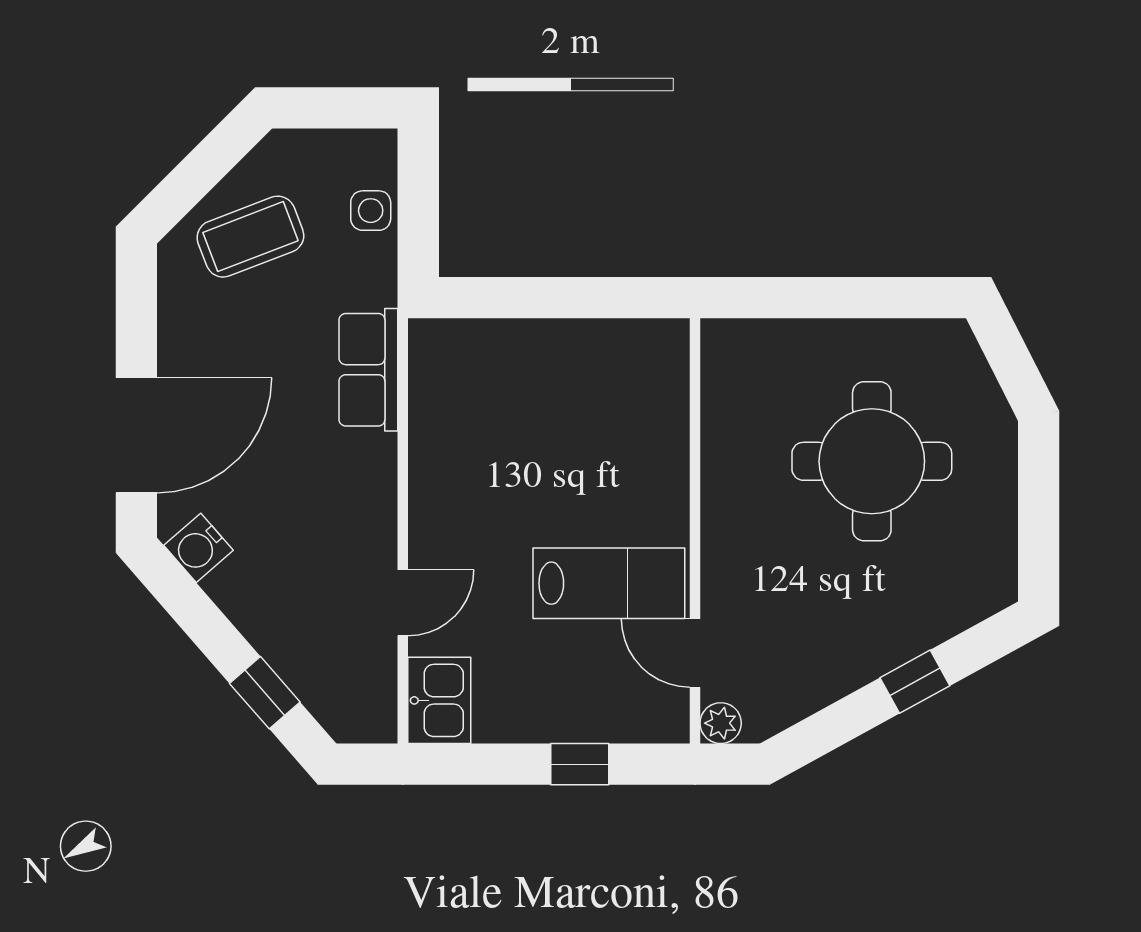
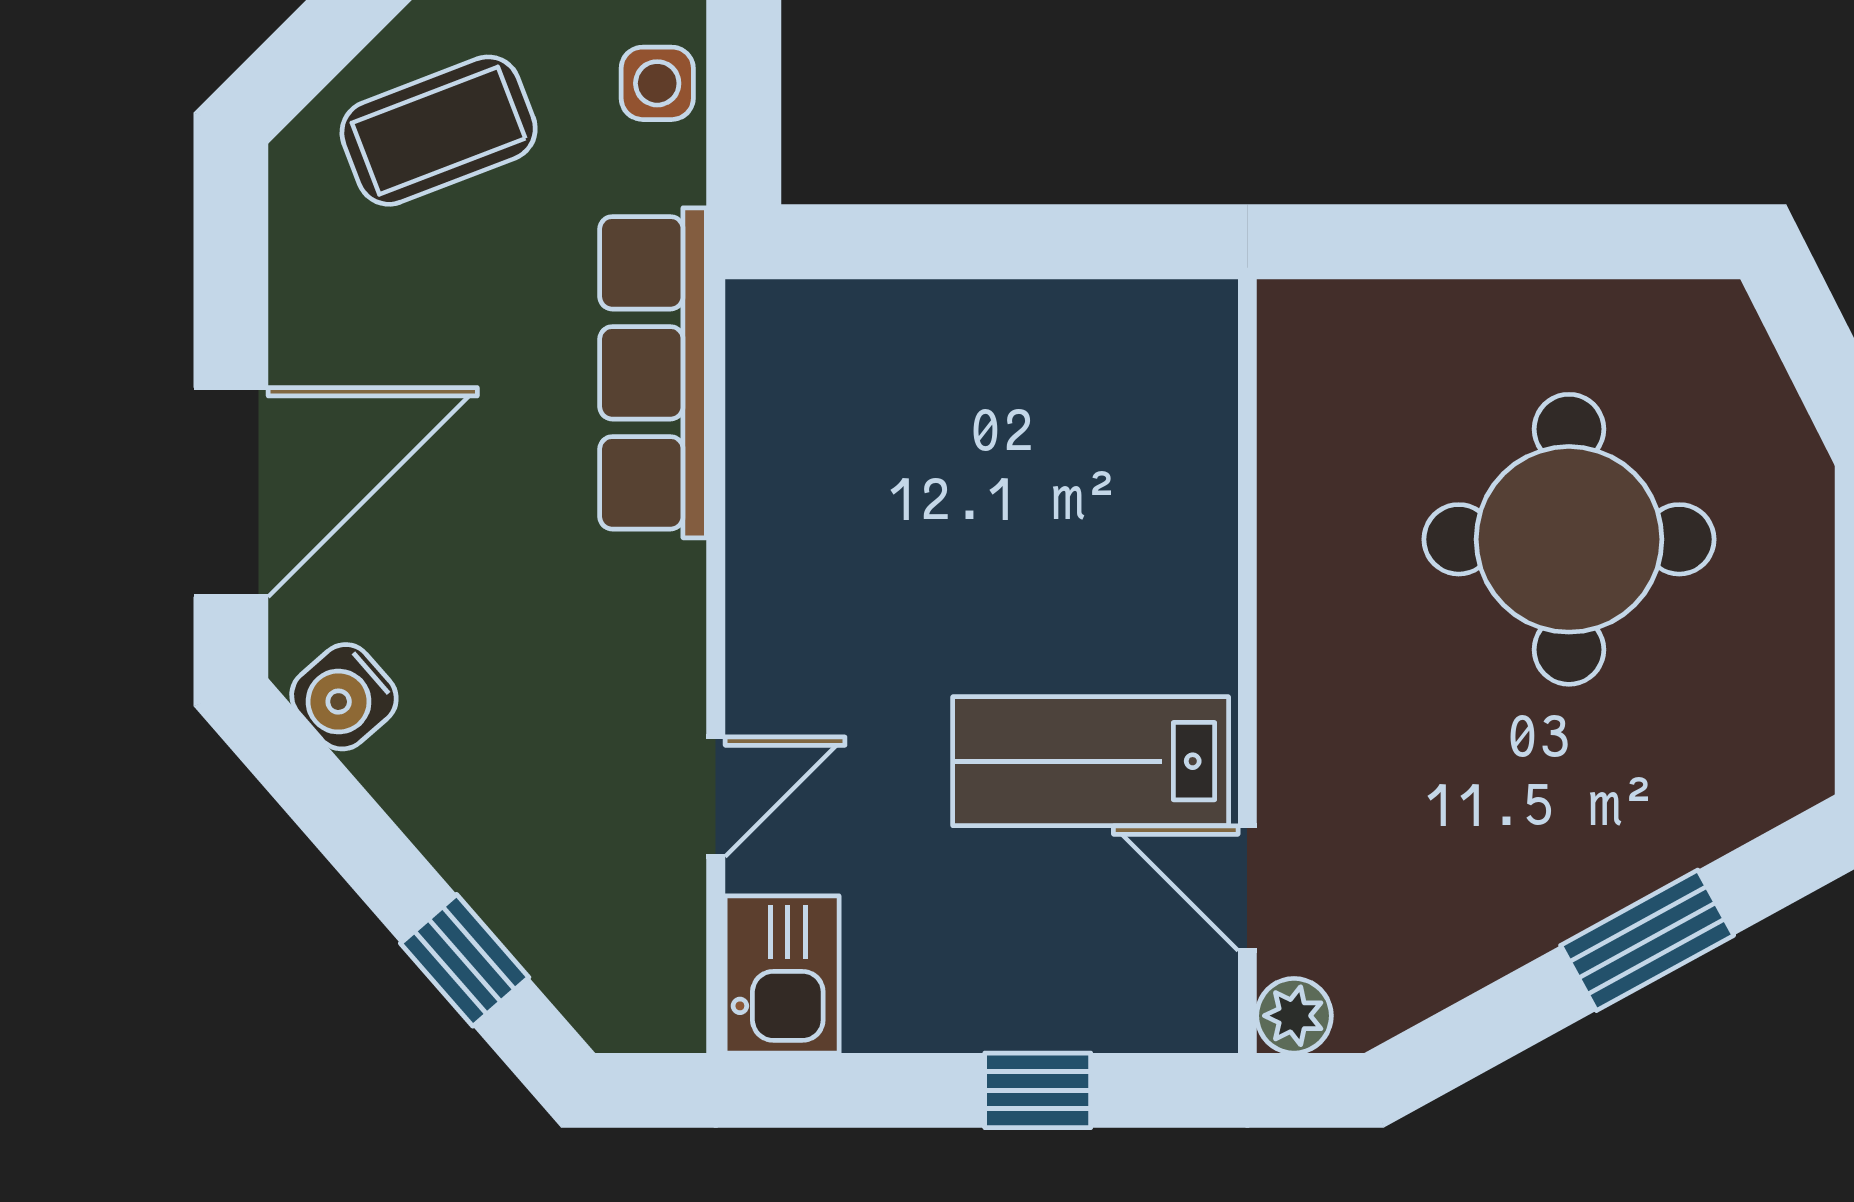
row of seats: (368, 370) -> (653, 373), width x1.48
lab bench: (609, 583) -> (1091, 761), turned 180
window: (915, 682) -> (1647, 940), width x1.50

